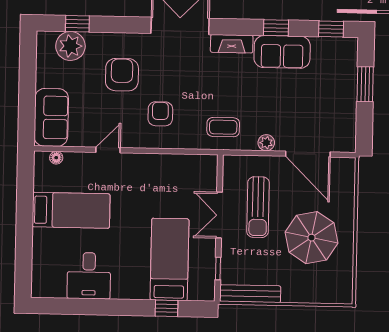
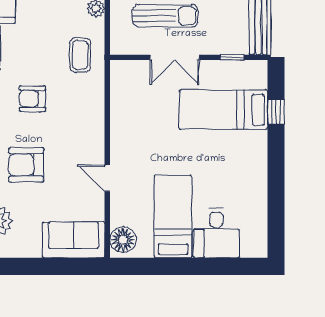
armchair: (160, 114) -> (32, 99), moved
floor lamp: (56, 158) -> (123, 240), width x1.89, depth x1.89
desk: (89, 276) -> (216, 233), moved, turned 90

